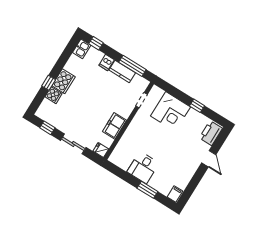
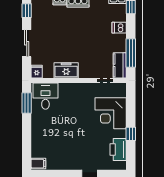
kitchen counter: (122, 71) -> (120, 65), moved
printer: (211, 133) -> (118, 150), moved, turned -90
desk: (143, 168) -> (45, 96), moved, turned 90
window: (147, 190) -> (27, 103), moved

